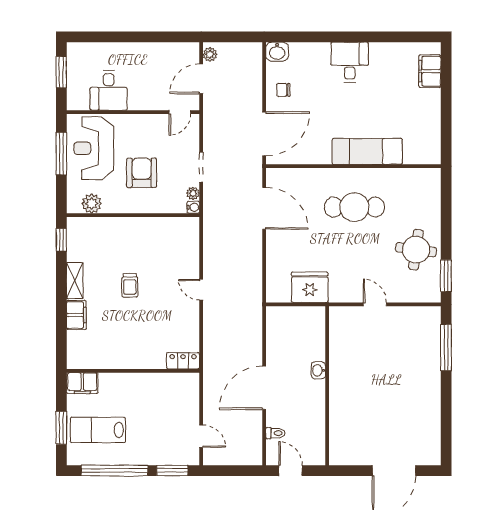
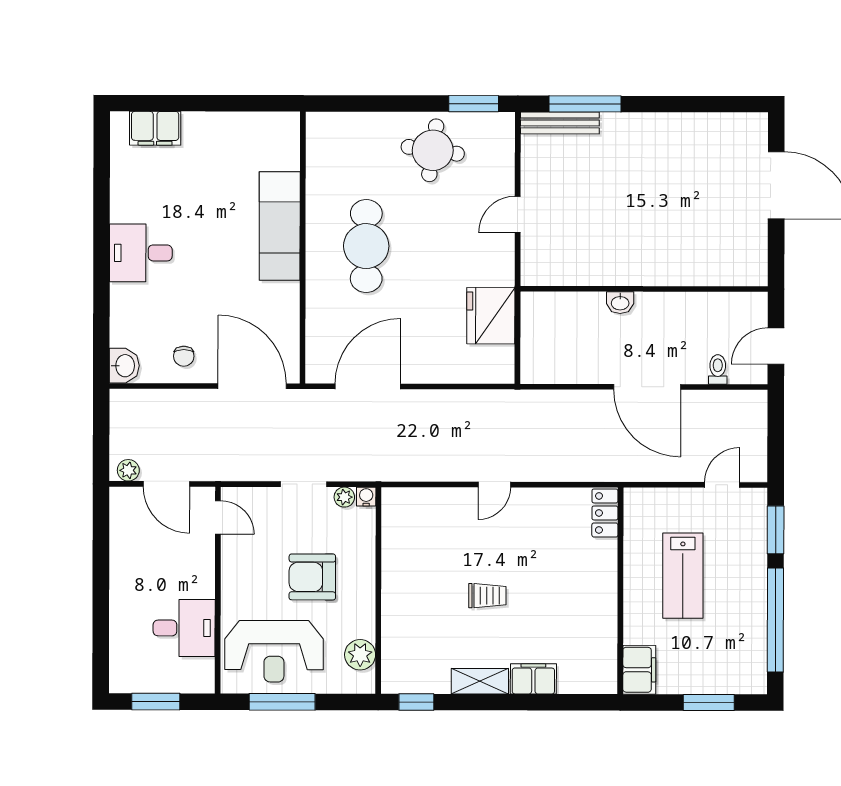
bench: (434, 331) -> (560, 123), added
lab bench: (98, 430) -> (683, 576), moved

